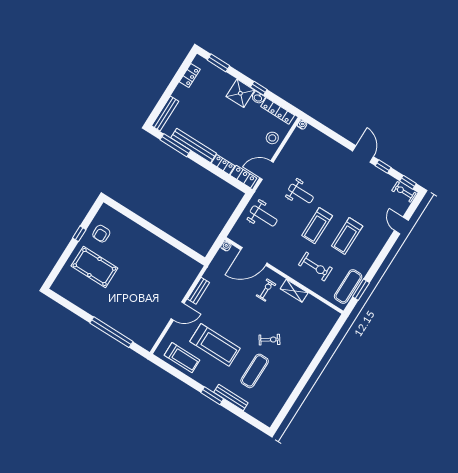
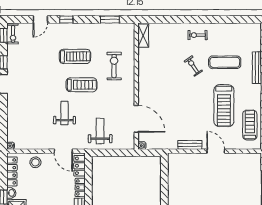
window: (386, 250) -> (66, 19), added
exercise mat: (348, 287) -> (114, 31), removed
exercise bike: (266, 290) -> (197, 35), moved
shelving: (294, 291) -> (143, 36), moved
treadmill: (215, 345) -> (224, 106), turned 180

